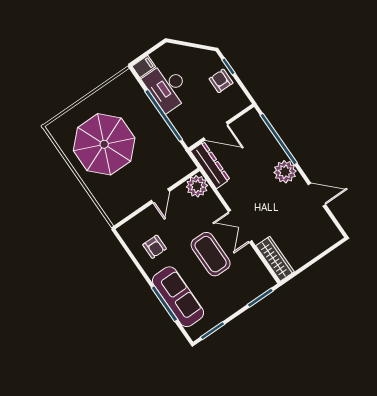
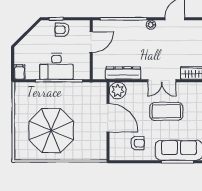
desk: (167, 87) -> (56, 66), moved
door: (216, 131) -> (91, 42), moved
dresser: (210, 165) -> (123, 73), moved
plant: (285, 172) -> (151, 25), width x0.53, depth x0.53
door: (160, 196) -> (108, 118), width x1.88

